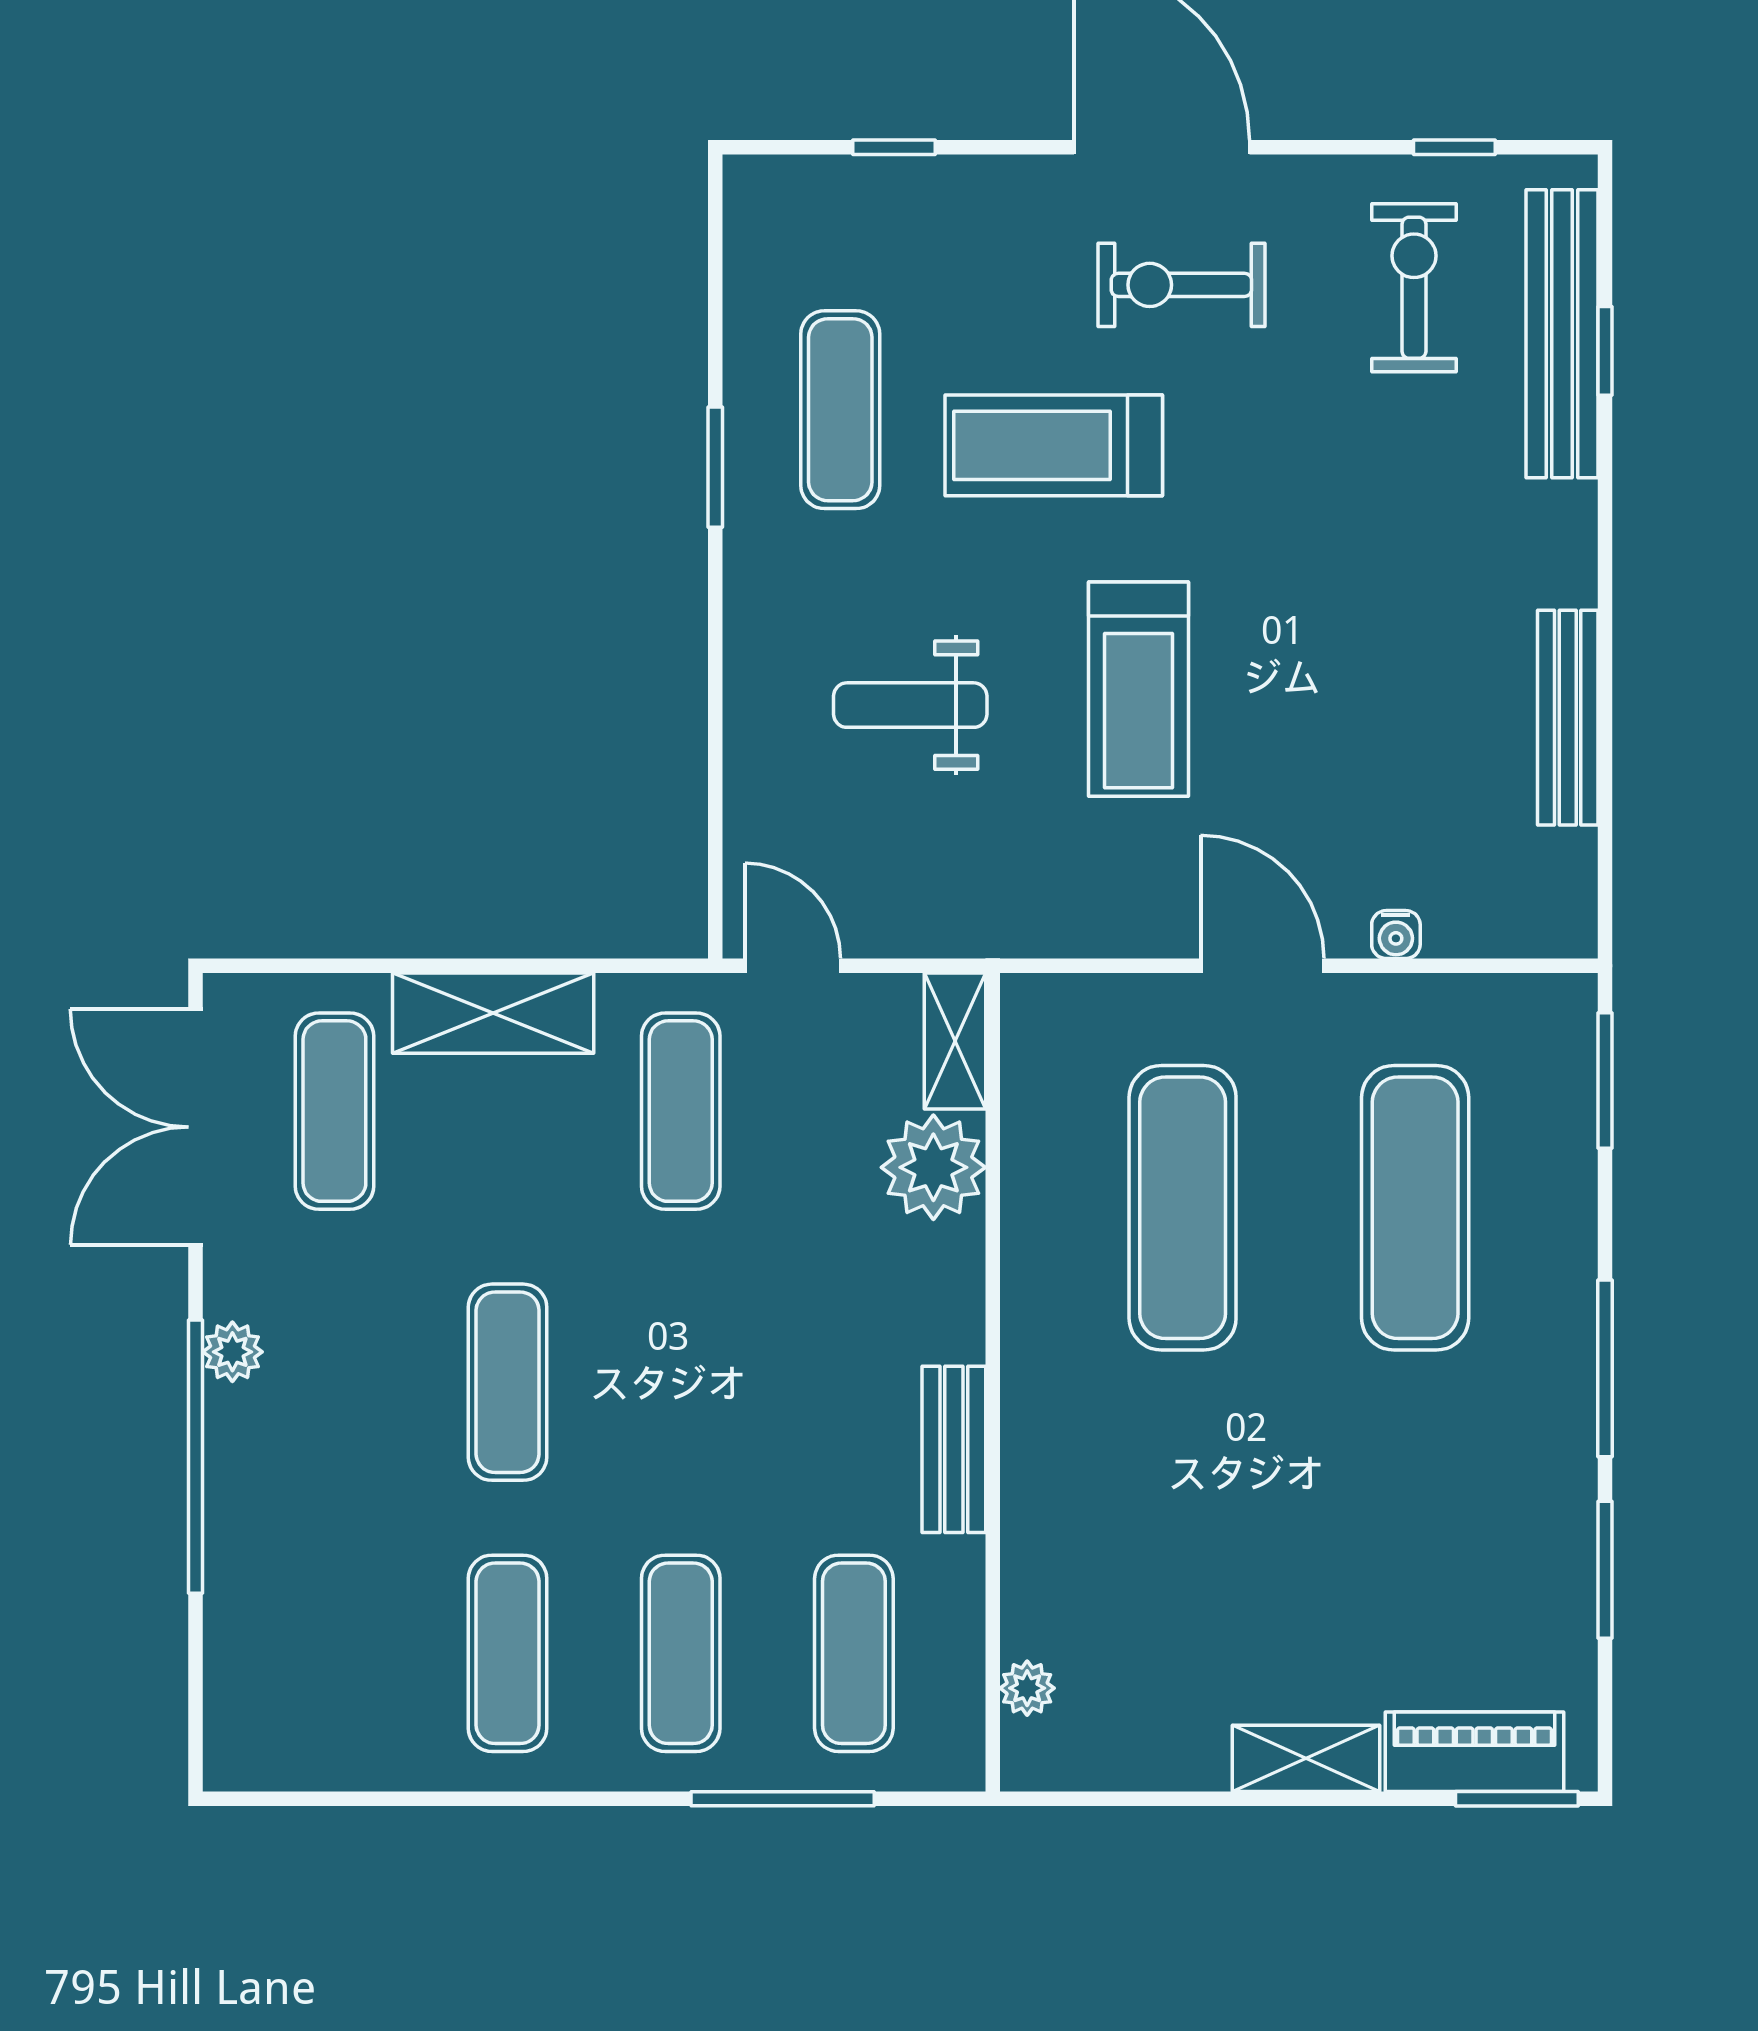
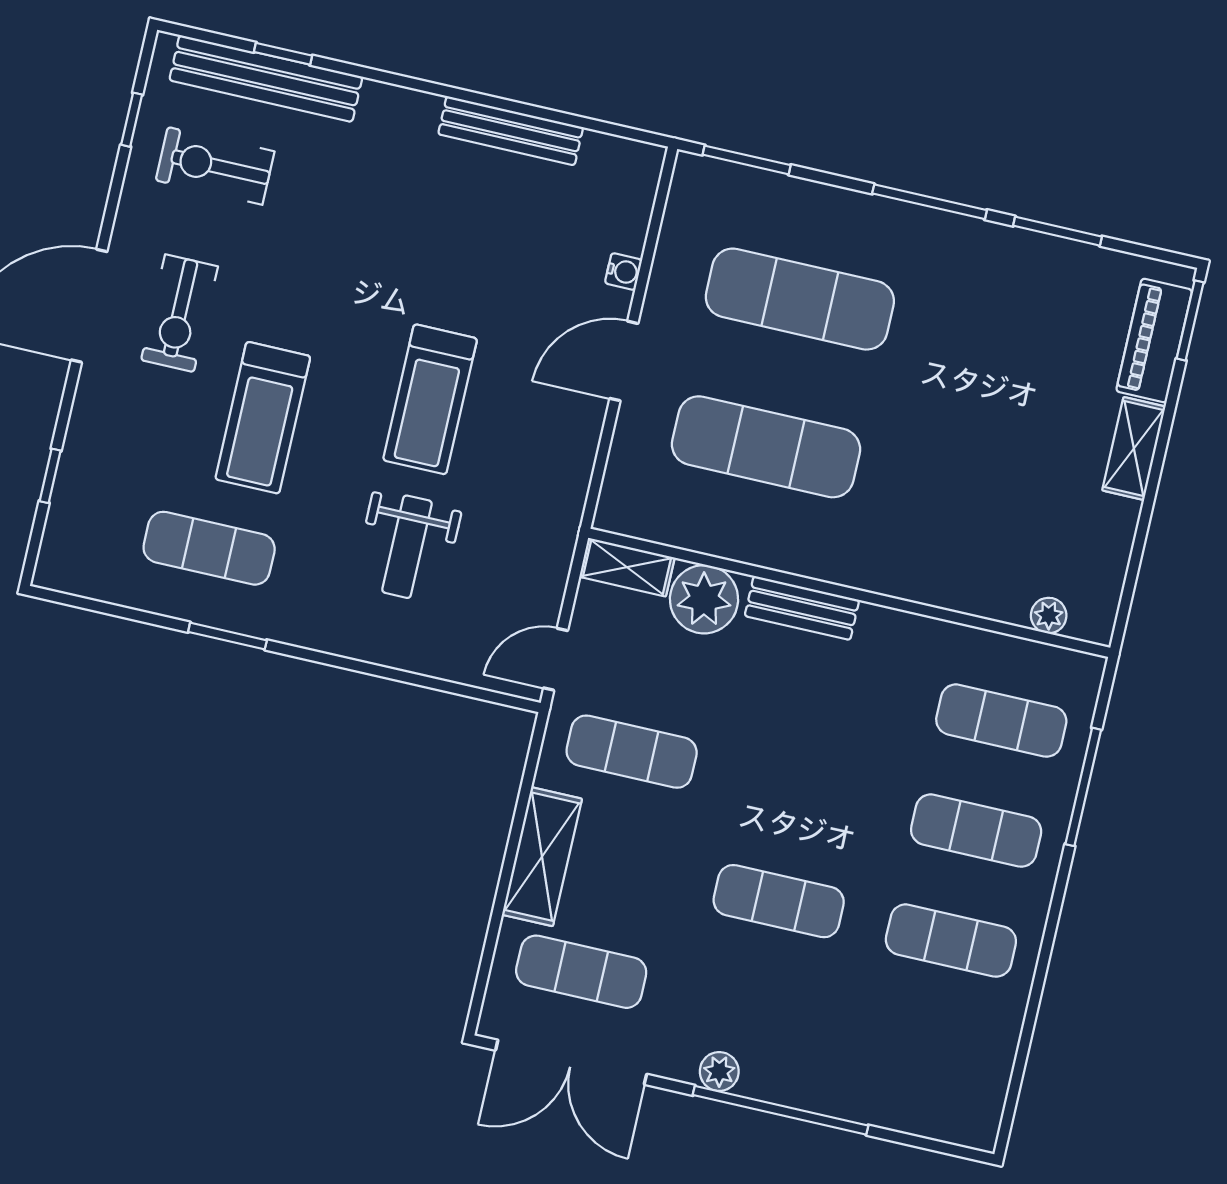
treadmill: (1139, 689) -> (430, 399), turned 90
bench: (954, 1449) -> (802, 608), moved

